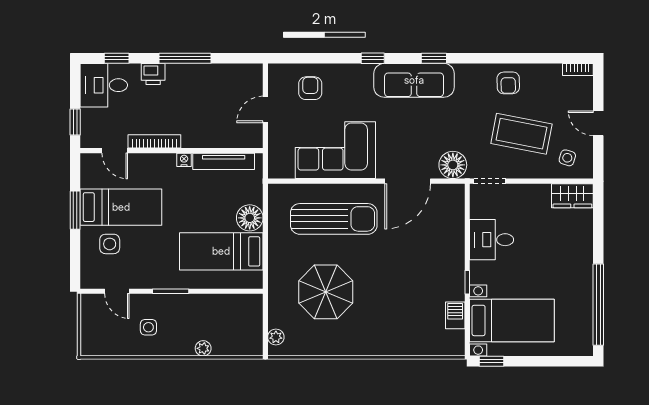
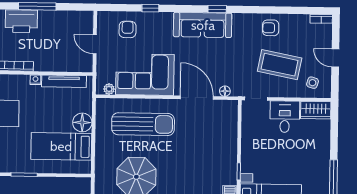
window: (373, 58) -> (150, 8), moved
printer: (153, 74) -> (21, 21), width x1.87, depth x1.48
armchair: (508, 83) -> (271, 28), turned 91
door: (265, 109) -> (95, 44), hinge flipped
floor lamp: (453, 165) -> (225, 91), width x0.53, depth x0.53
plant: (286, 171) -> (109, 89), added
door: (408, 181) -> (197, 98), swing flipped
desk: (492, 240) -> (285, 117), moved, turned 90

